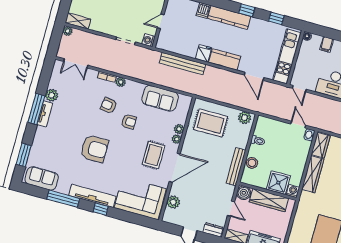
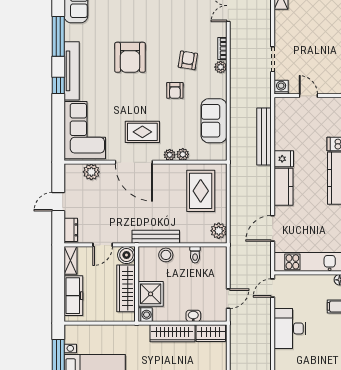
washbasin: (309, 135) -> (193, 316), moved

